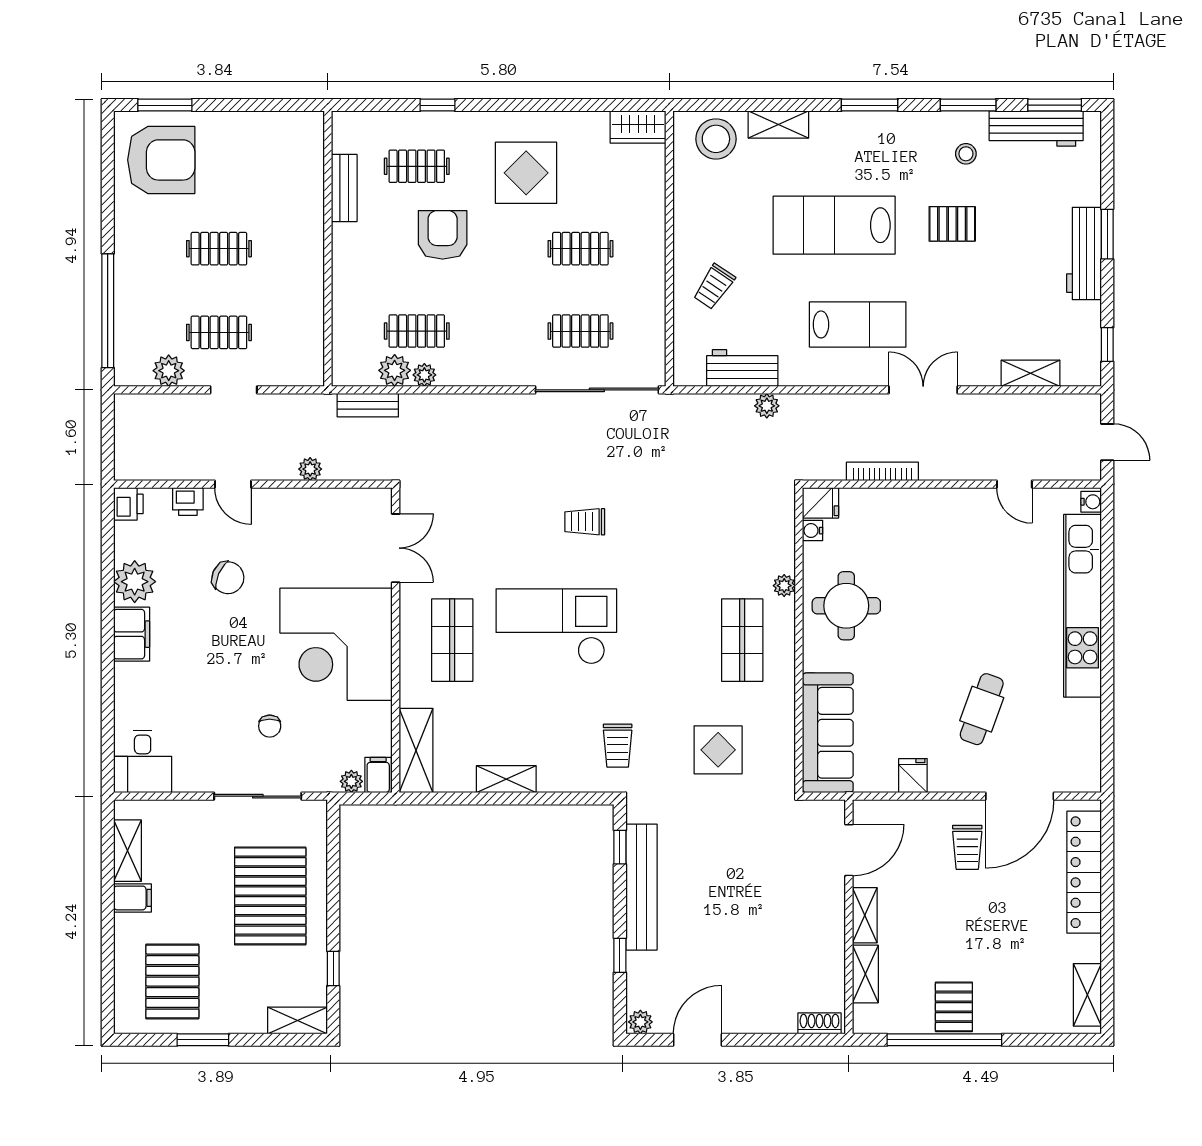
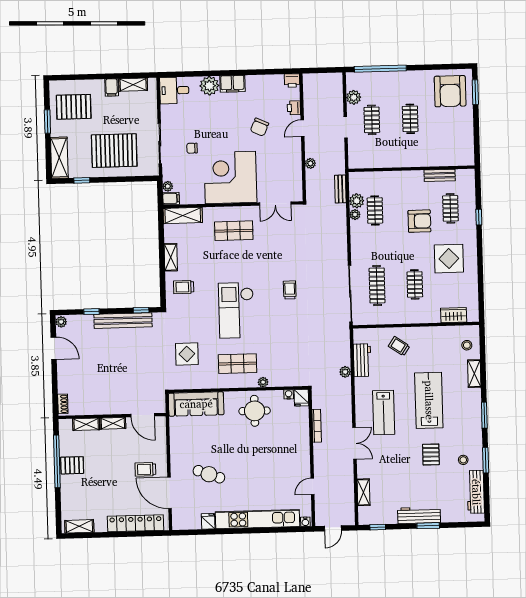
window: (1055, 105) -> (487, 500), removed
wardrobe: (638, 127) -> (454, 315), moved, turned 90
stool: (716, 139) -> (467, 345), width x0.53, depth x0.53
clothes rail: (580, 331) -> (377, 286), width x1.36
plant: (135, 582) -> (209, 86), moved
checkout: (556, 626) -> (236, 310), moved, turned 180
trolley: (618, 746) -> (184, 287), moved
fridge: (913, 776) -> (208, 521), moved, turned -90
shelving: (297, 1021) -> (59, 158), width x1.50, depth x1.33

